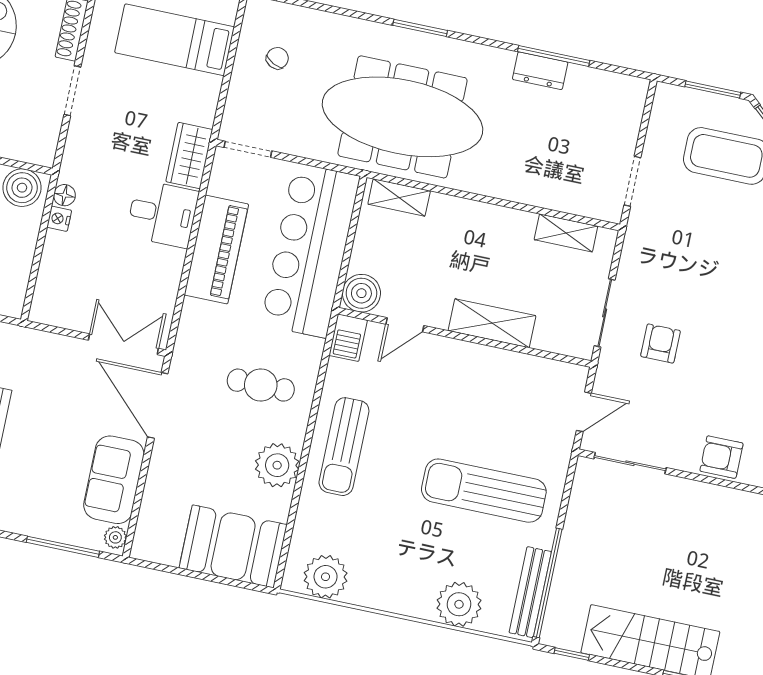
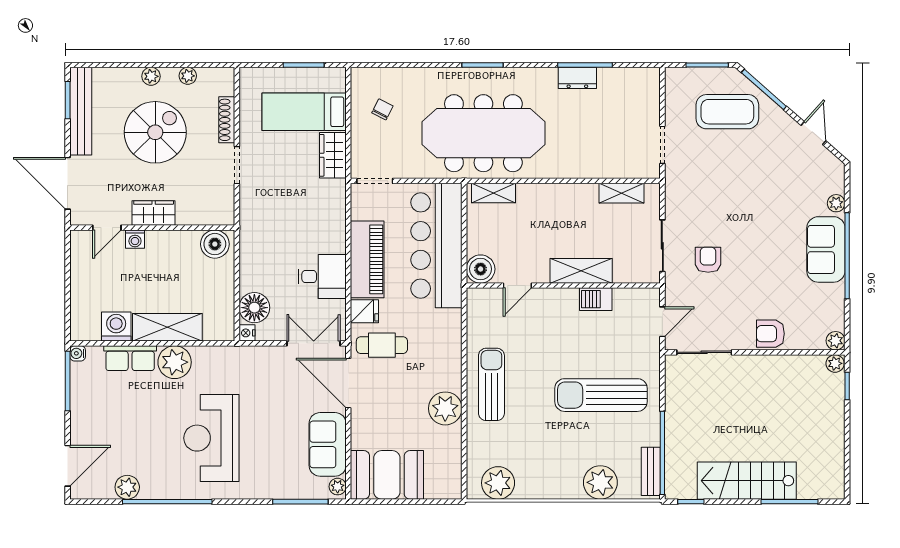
wardrobe: (189, 156) -> (333, 155), moved
floor lamp: (64, 195) -> (254, 308), moved, width x1.89, depth x1.89
desk: (162, 214) -> (322, 277), moved
nightstand: (59, 219) -> (247, 333), moved
fridge: (198, 316) -> (364, 311), added
barbecue: (348, 338) -> (596, 299), moved, turned 90
cafe table: (261, 385) -> (382, 345), moved
sun lounger: (344, 447) -> (491, 384), turned 180
booth: (233, 546) -> (387, 475), moved
bench: (530, 592) -> (651, 471), width x0.73

